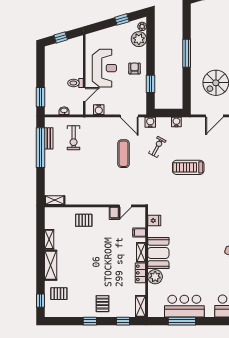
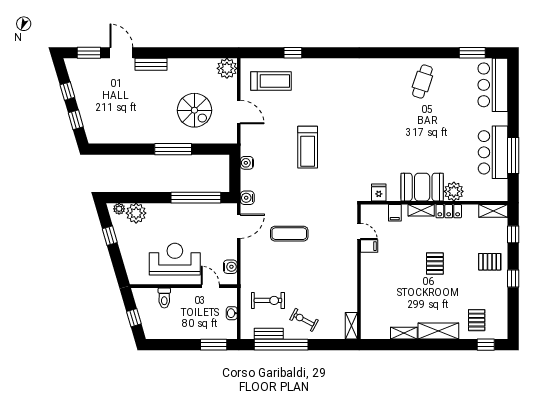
window: (187, 53) -> (173, 149), moved
armchair: (134, 68) -> (175, 219), removed
toilet: (75, 83) -> (164, 298), moved
window: (150, 84) -> (196, 198), width x2.11
exercise bike: (157, 147) -> (304, 320), moved
pallet: (84, 220) -> (435, 264), moved

